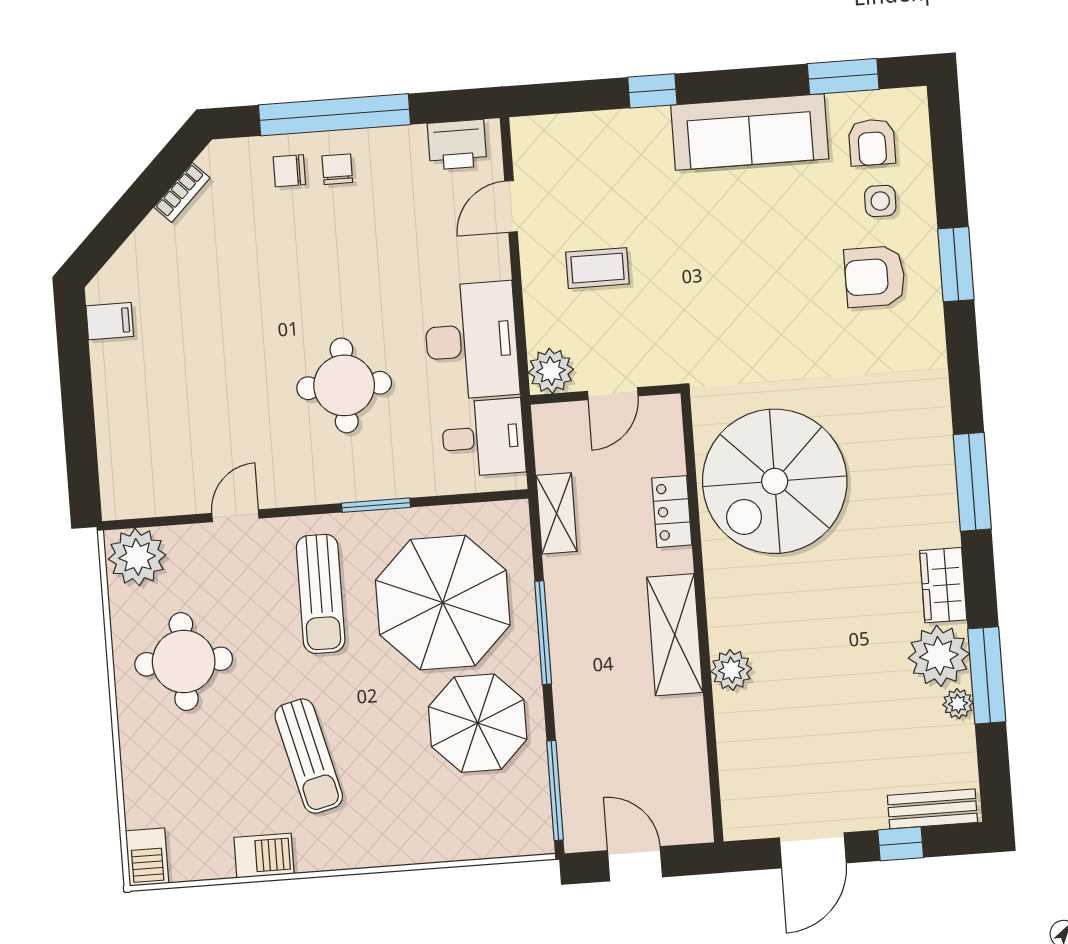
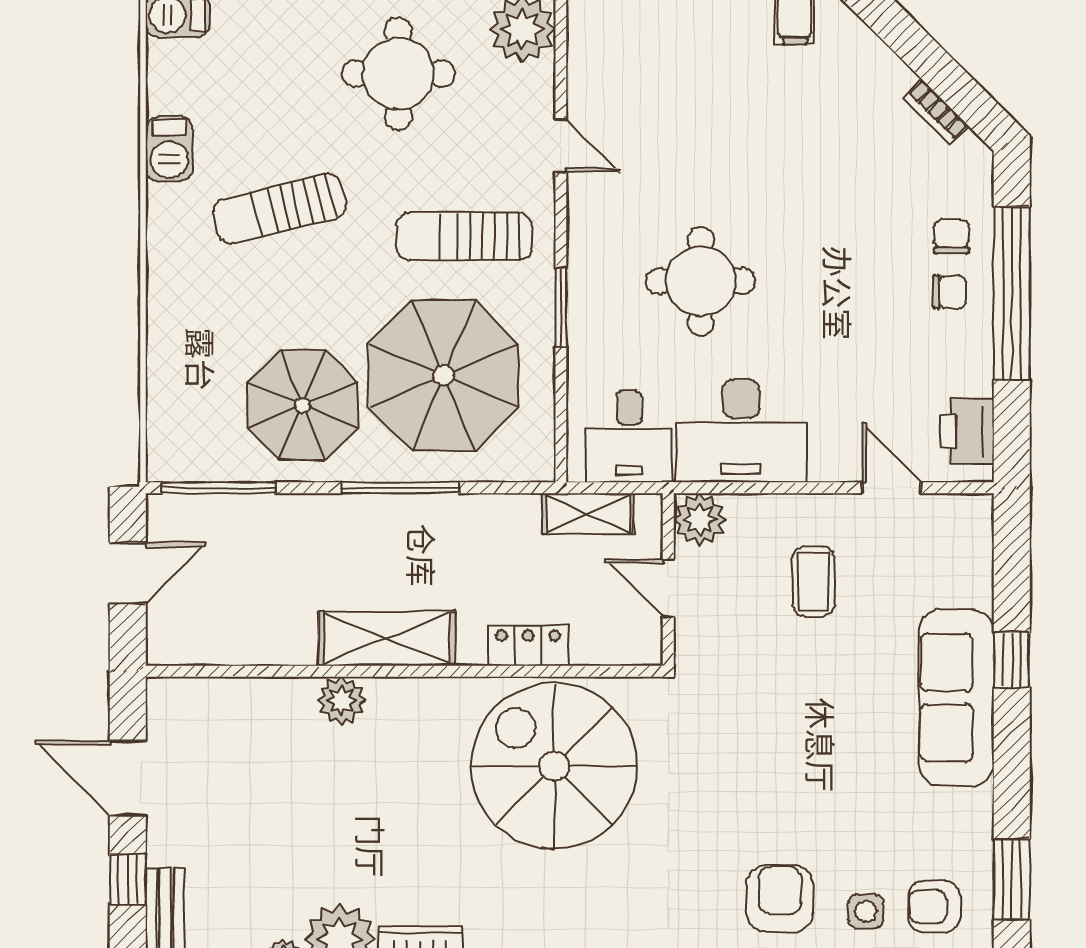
sofa: (750, 132) -> (956, 698), moved
shelving: (557, 513) -> (588, 514), moved

